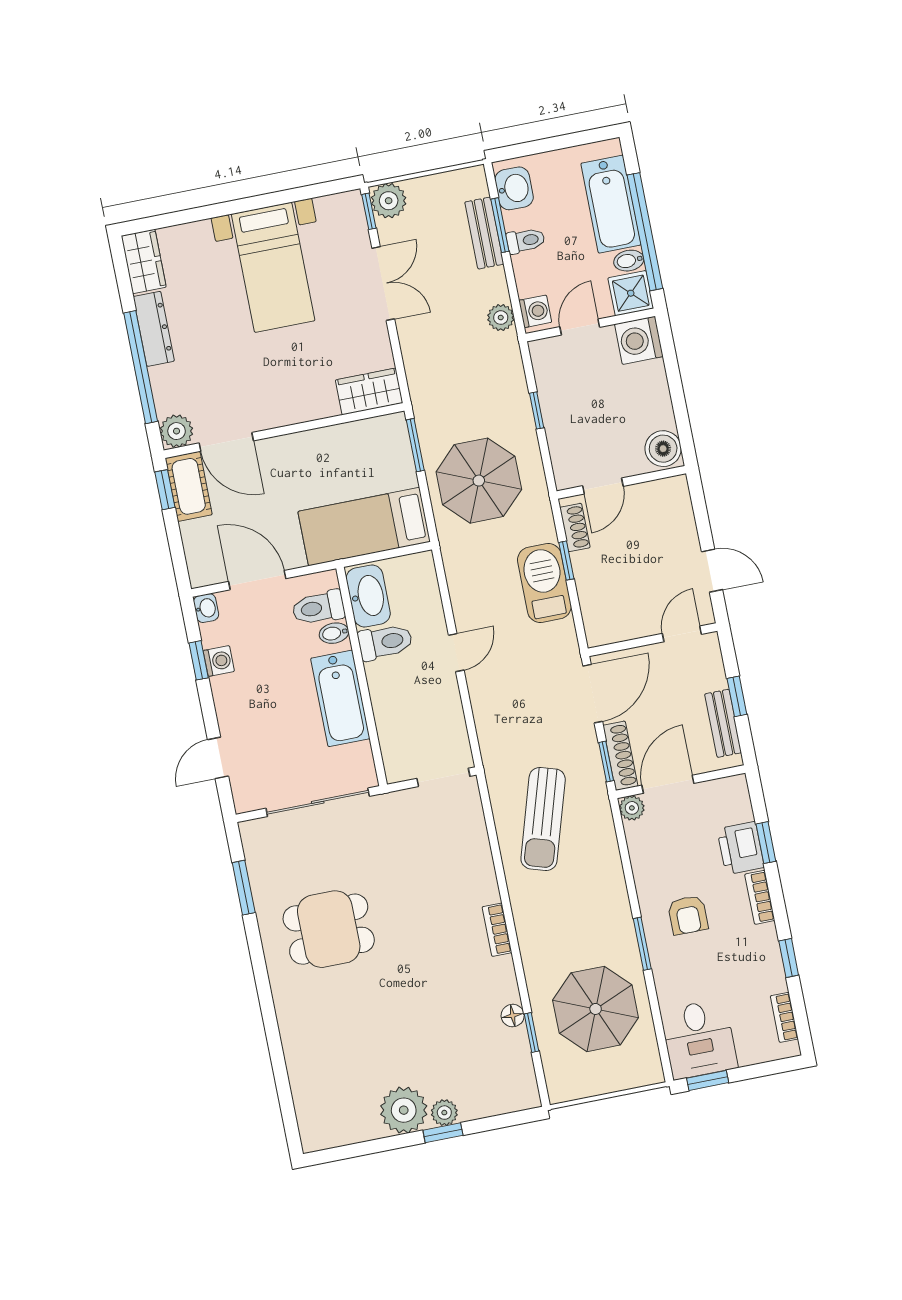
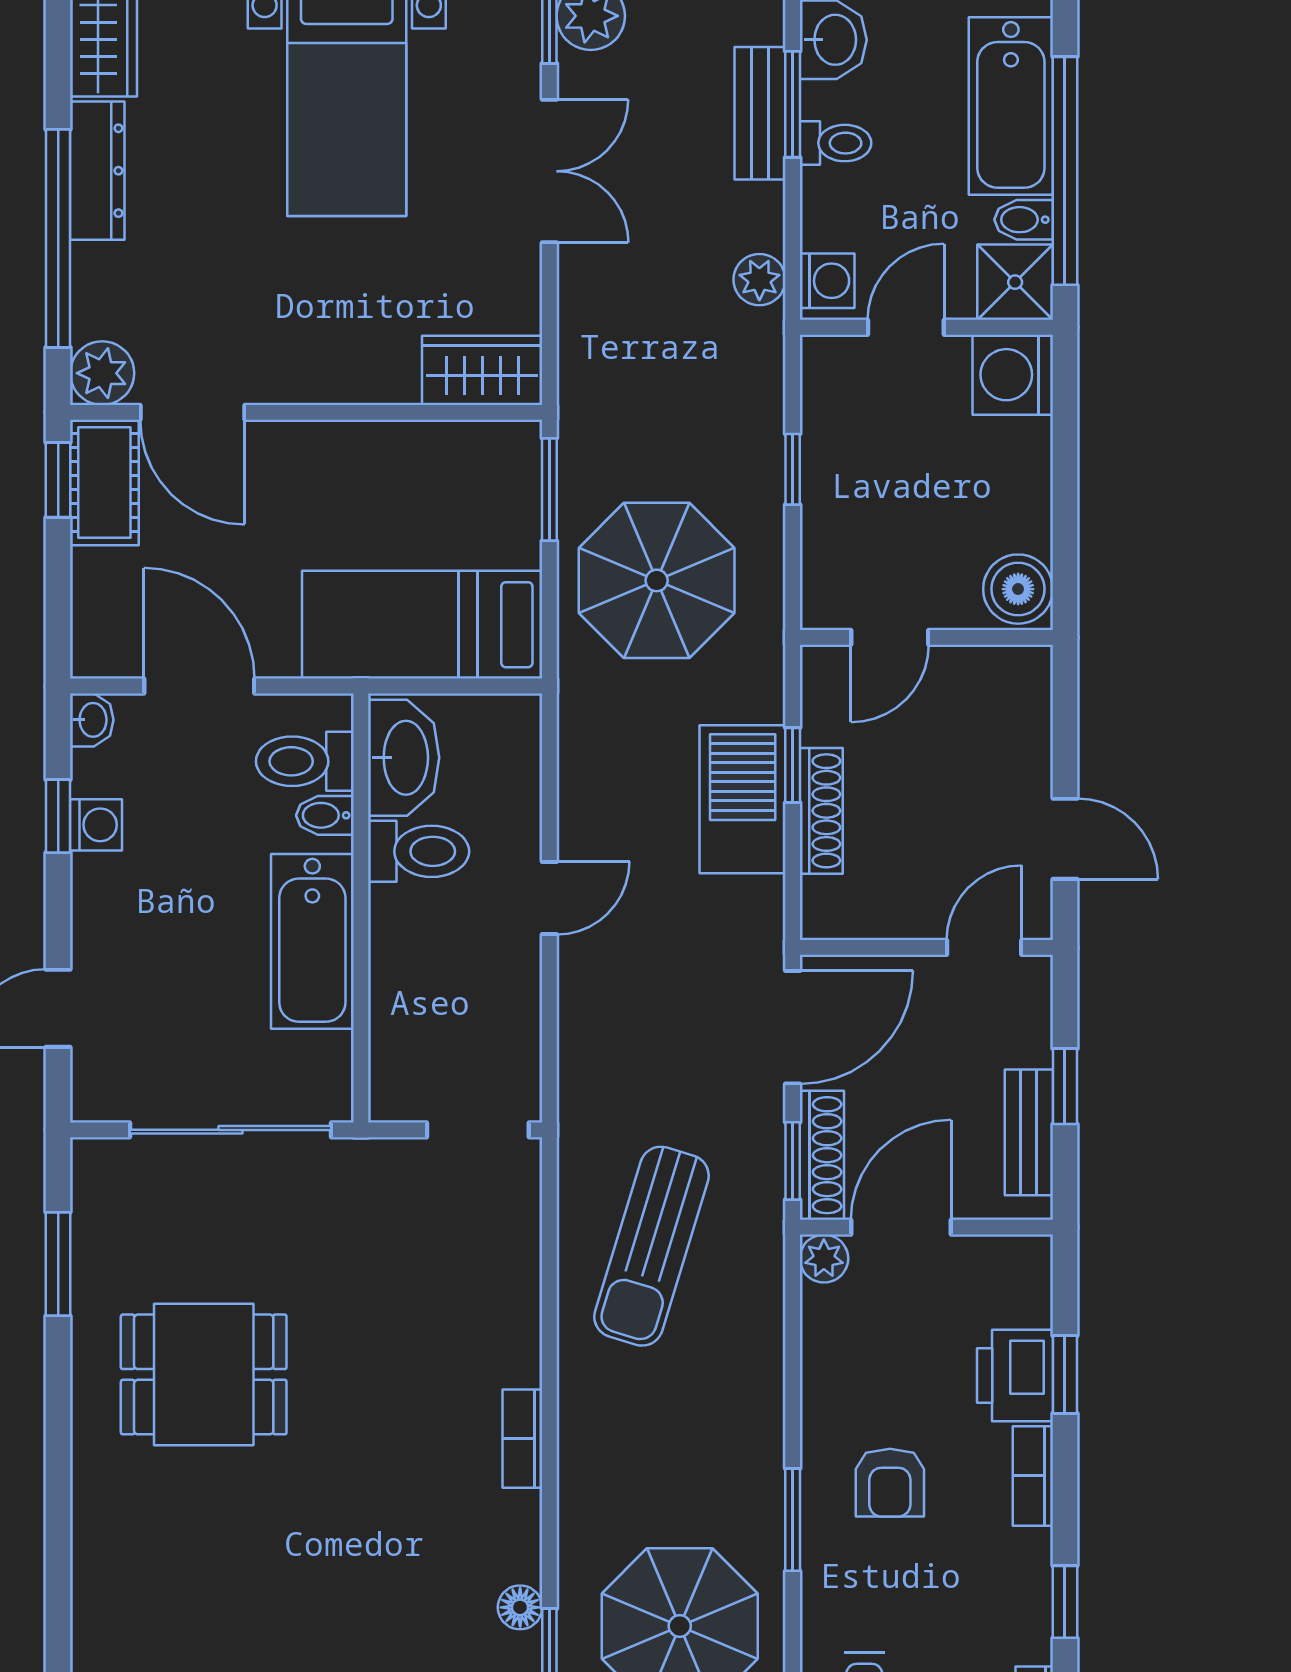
shoe rack: (575, 527) -> (821, 811), moved, width x1.43

